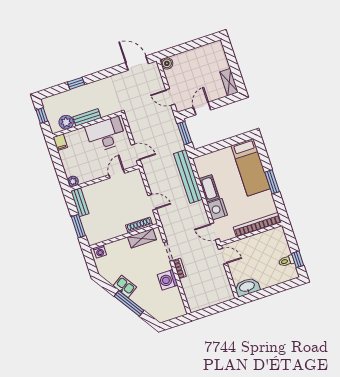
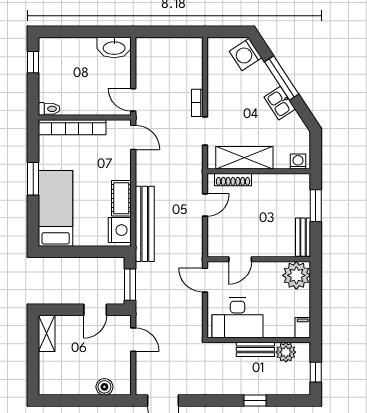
boiler: (167, 63) -> (104, 387), moved
plant: (73, 181) -> (296, 275), width x1.87, depth x1.87
door: (152, 202) -> (205, 205), swing flipped
nightstand: (217, 209) -> (120, 230), moved
shelving: (142, 238) -> (244, 158), width x1.50, depth x1.33
toilet: (286, 261) -> (49, 109), moved
washing machine: (168, 280) -> (246, 54), moved, turned 147

